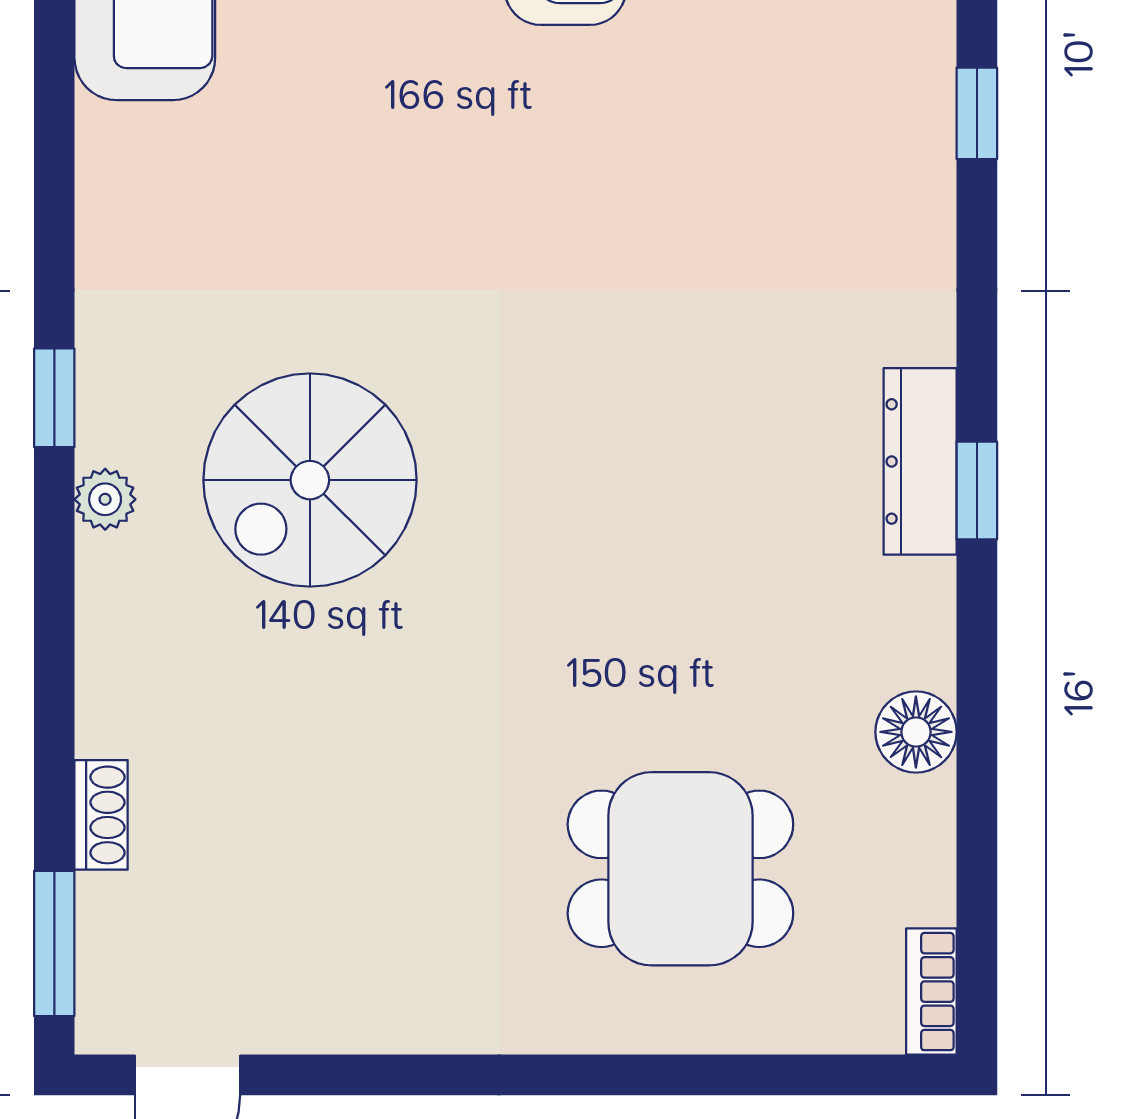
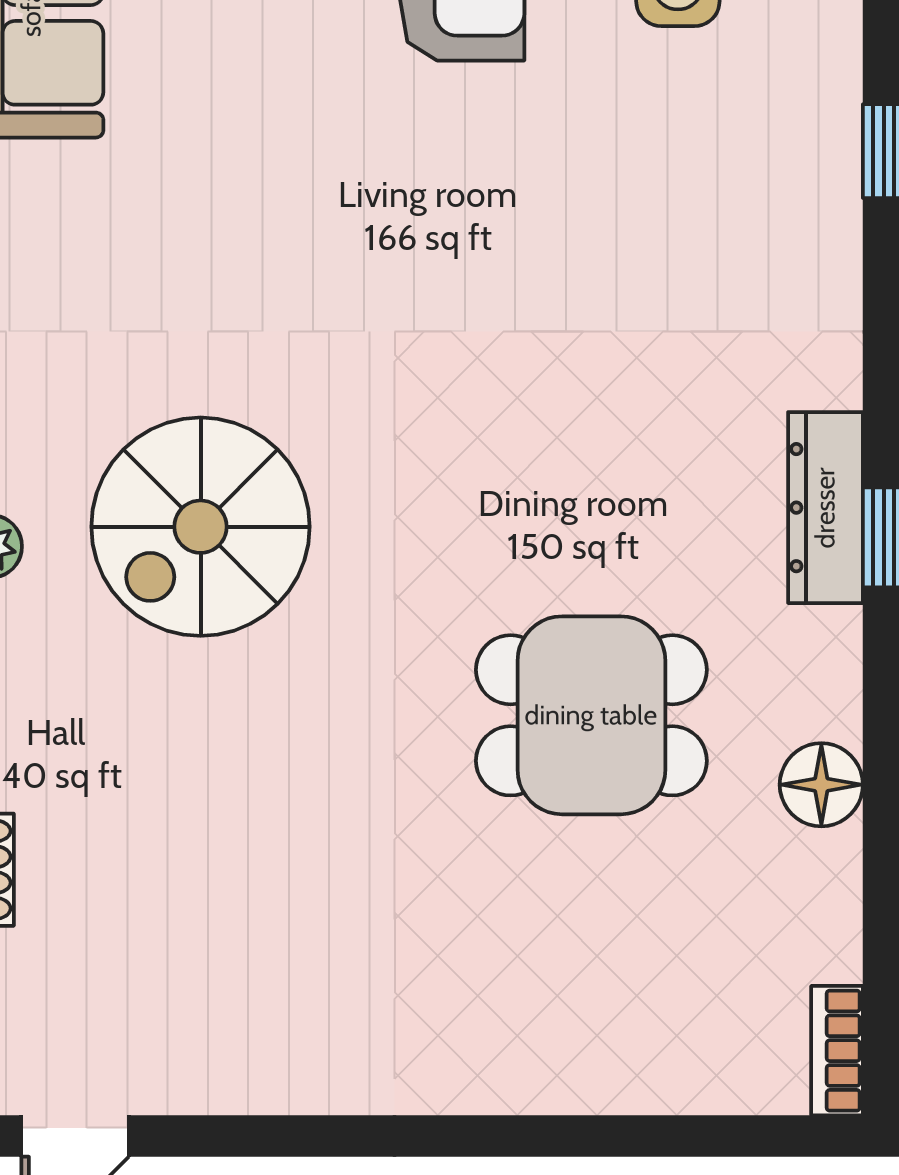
dining table: (680, 869) -> (591, 715), moved

